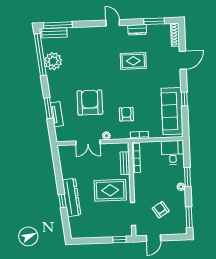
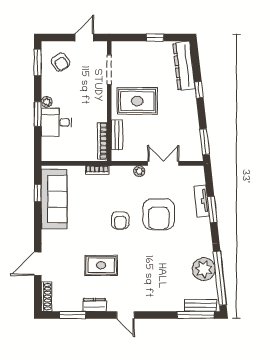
window: (184, 99) -> (38, 193), moved
armchair: (126, 114) -> (120, 220), moved
desk: (173, 152) -> (56, 122), moved, turned 90
window: (56, 161) -> (205, 142), added
dresser: (71, 197) -> (184, 66), moved
armchair: (161, 210) -> (60, 62), moved
window: (119, 240) -> (155, 38), moved

